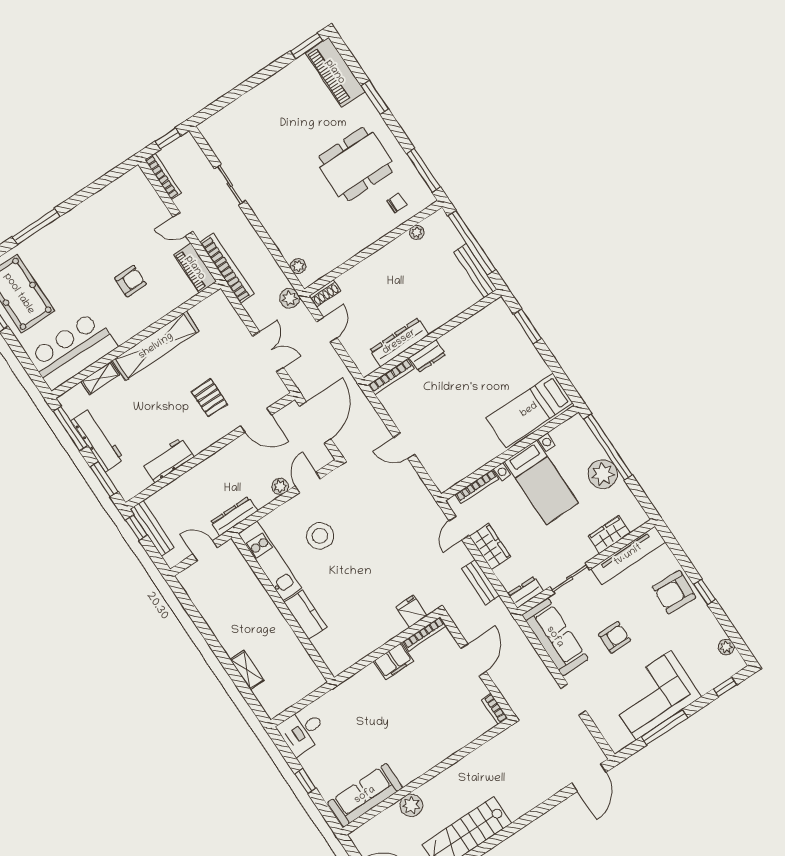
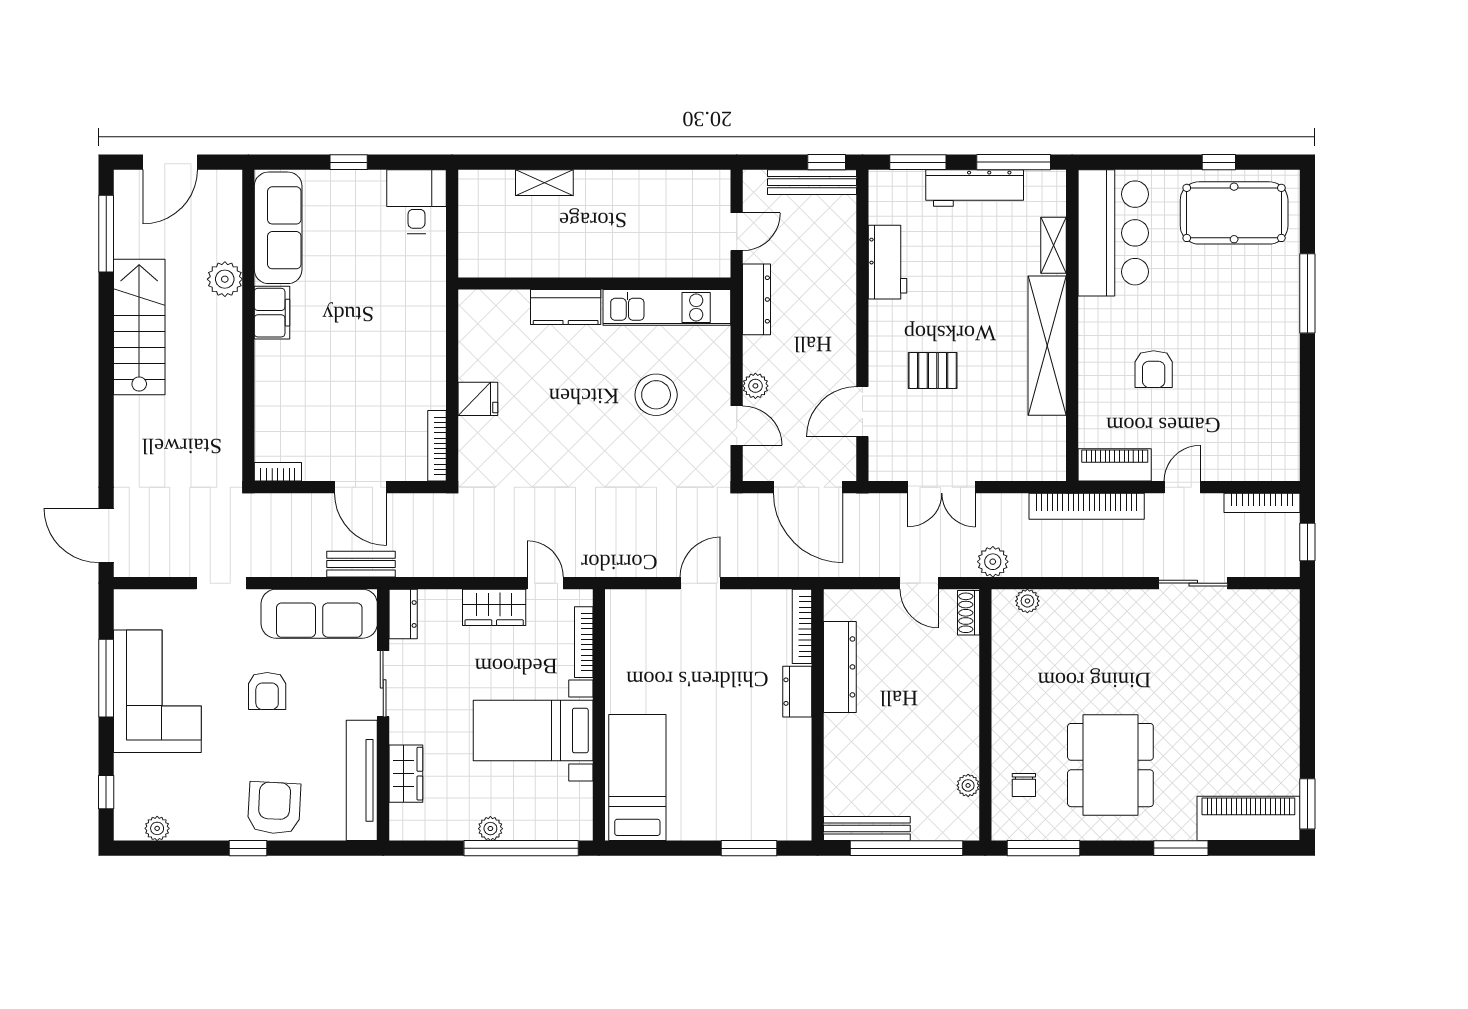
plant: (603, 474) -> (490, 829), width x0.53, depth x0.53
bench: (481, 582) -> (361, 564), moved
fridge: (411, 611) -> (478, 399), moved
filing cabinet: (393, 661) -> (272, 313), moved, turned 180

